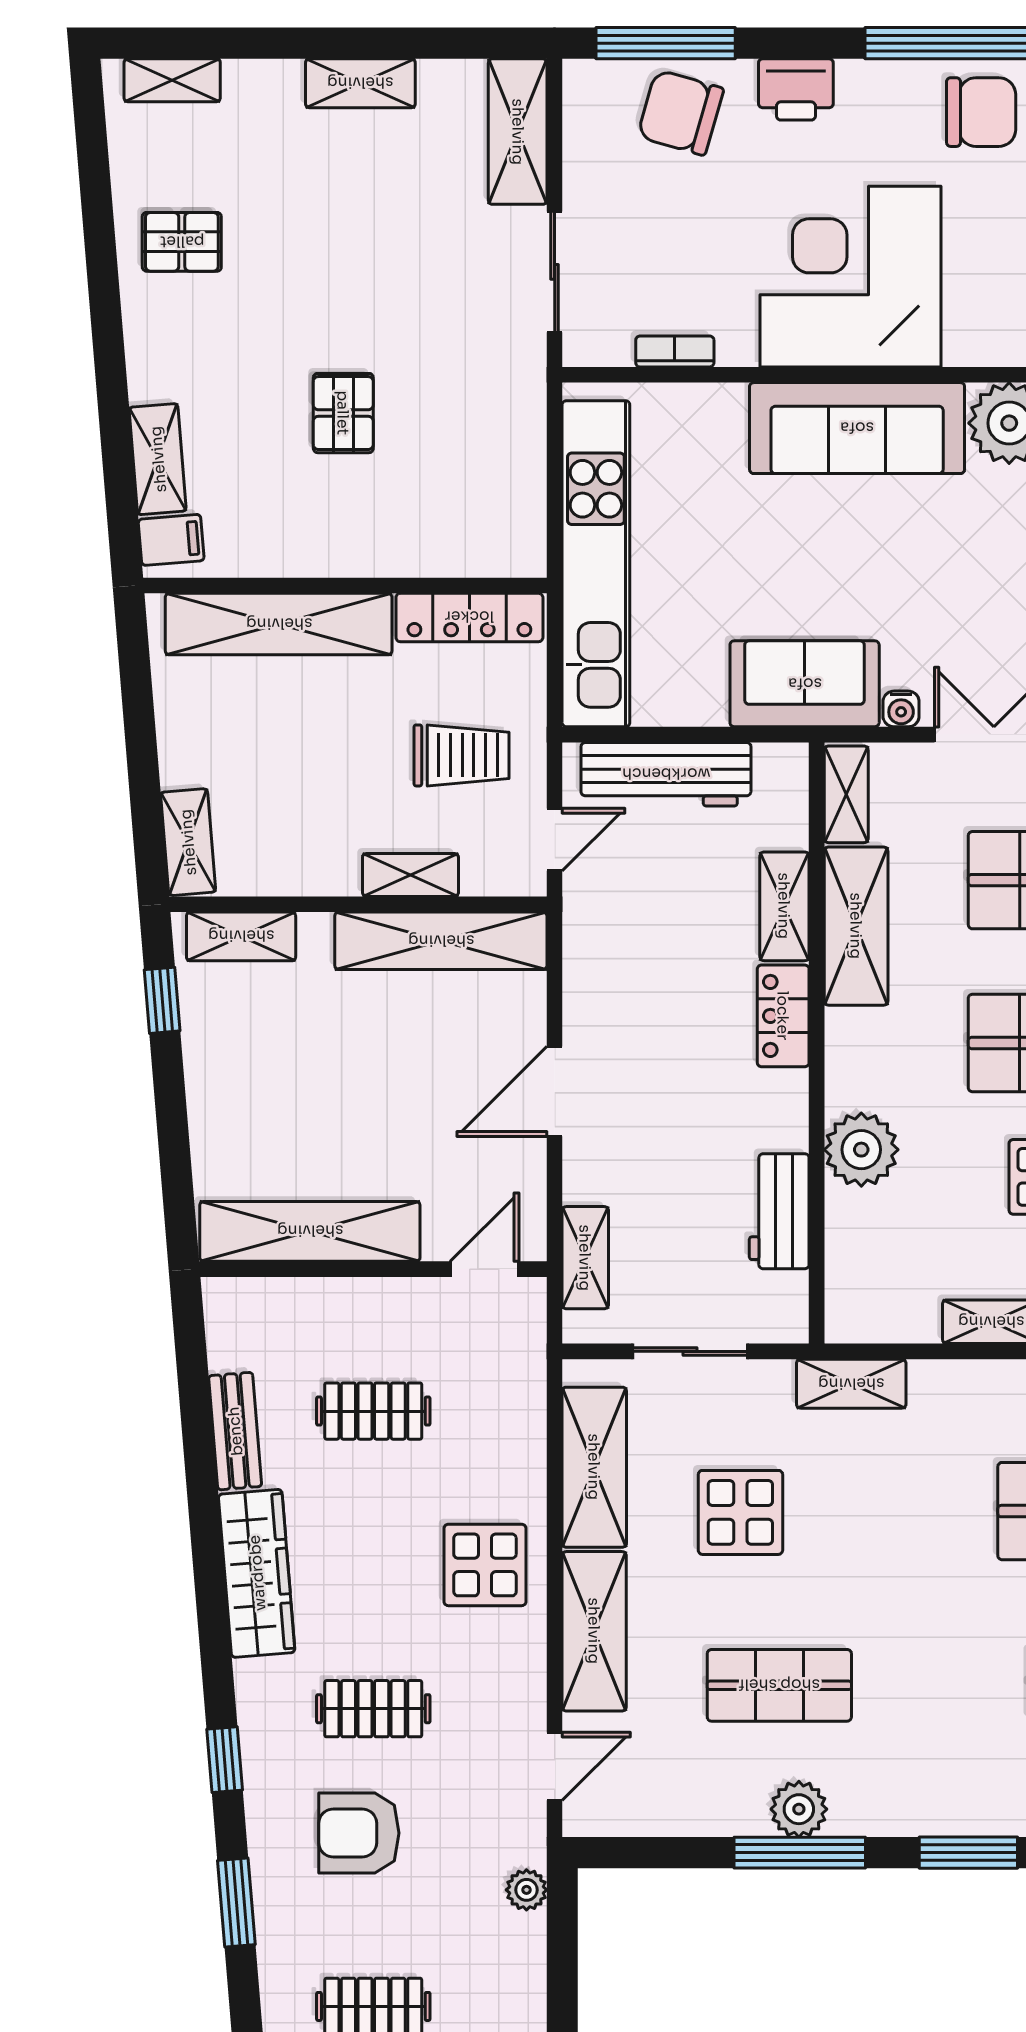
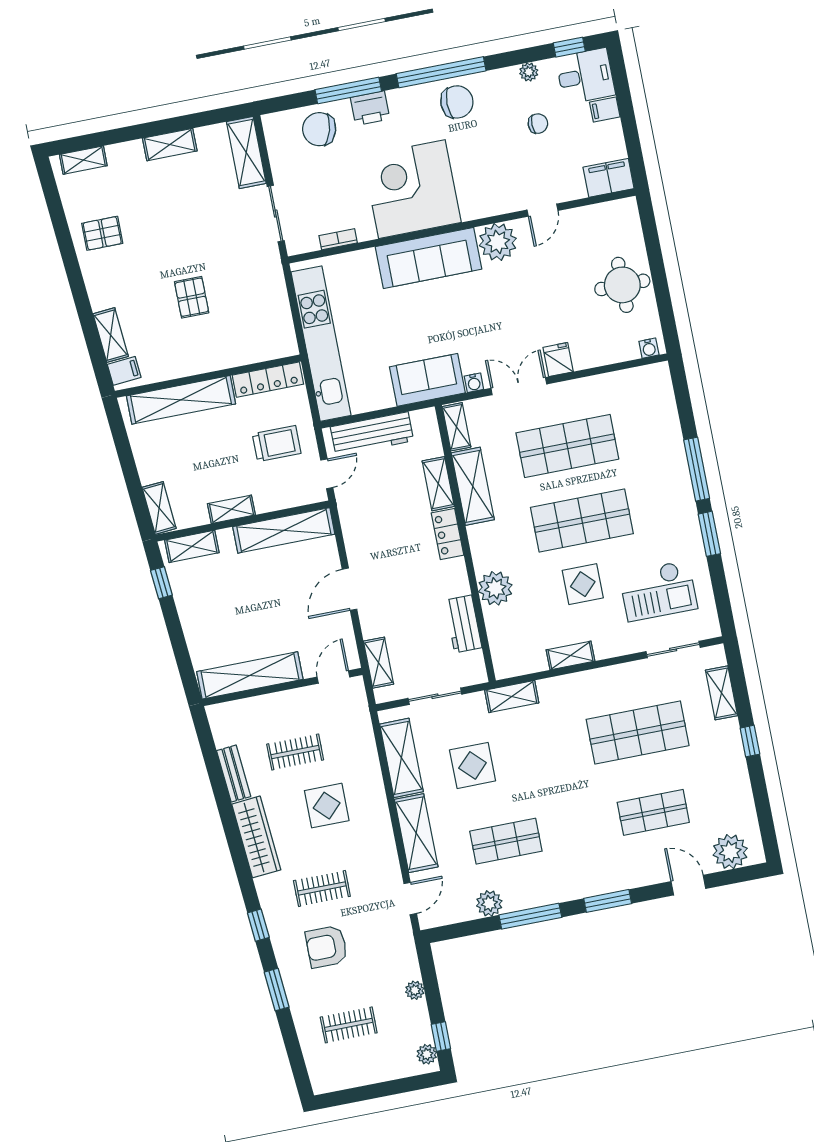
window: (666, 43) -> (348, 90), moved
shelving: (410, 875) -> (231, 509), moved
display table: (485, 1565) -> (327, 806), moved
plant: (799, 1809) -> (489, 903), moved
plant: (526, 1890) -> (415, 990), moved

